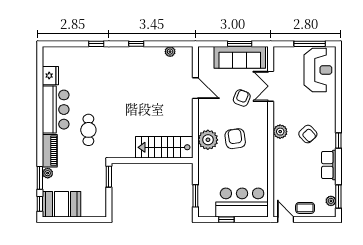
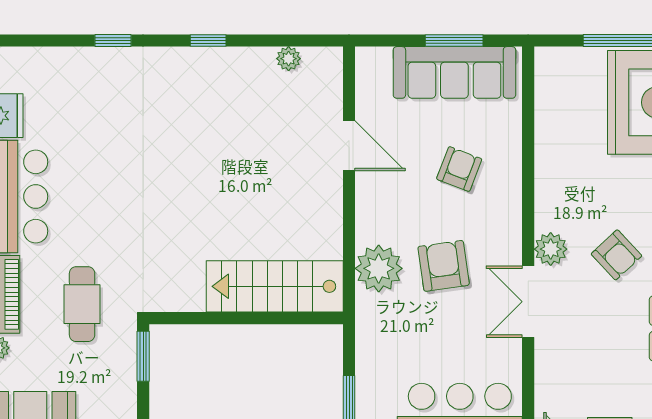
double door: (271, 86) -> (528, 302), moved
cafe table: (88, 130) -> (82, 304), moved

